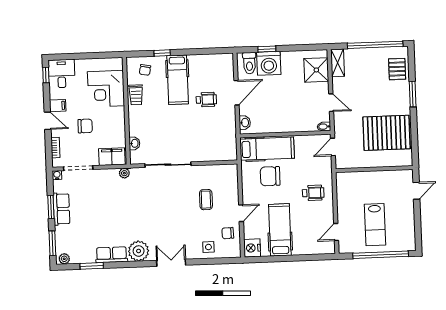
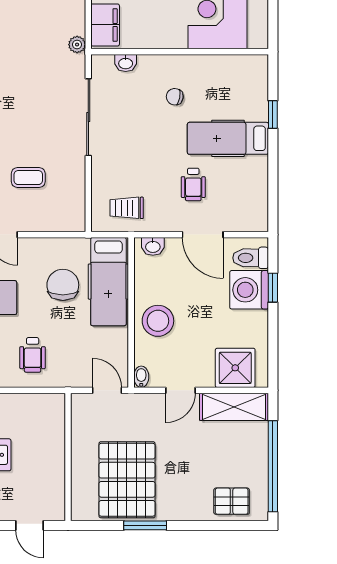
shelving: (338, 63) -> (234, 407), width x1.50, depth x1.33
chair: (145, 70) -> (175, 97), moved
window: (413, 94) -> (145, 525), moved
trolley: (136, 95) -> (127, 208), moved
stool: (290, 118) -> (158, 321), added

